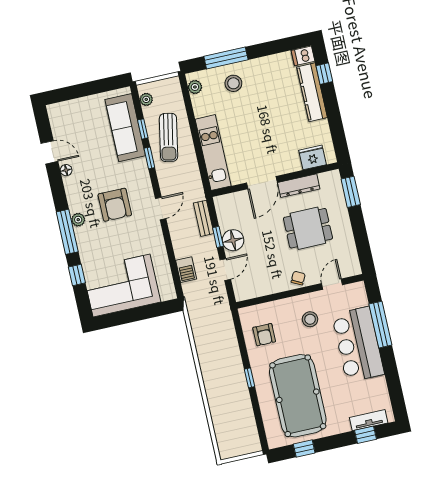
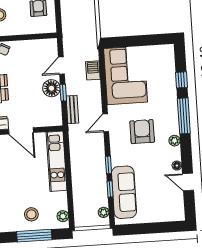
sun lounger: (169, 137) -> (90, 179), removed
door: (262, 183) -> (21, 131), swing flipped
plant: (78, 220) -> (174, 141), moved
corner sofa: (122, 285) -> (126, 75), moved, turned -90

